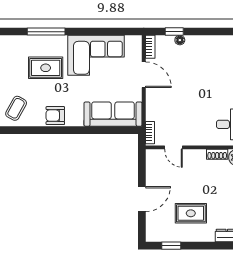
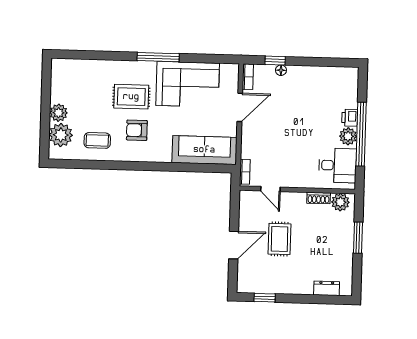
window: (46, 32) -> (158, 57), moved
door: (144, 75) -> (240, 107), hinge flipped
coffee table: (16, 108) -> (97, 140), turned 61
armchair: (55, 116) -> (137, 130), moved
rug: (191, 213) -> (279, 239), moved, turned 90

